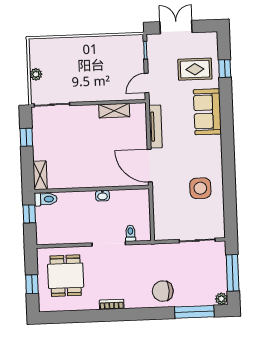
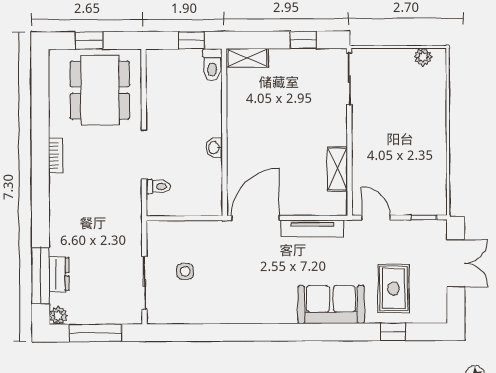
plant: (36, 74) -> (423, 57), moved
side table: (200, 188) -> (185, 271), moved, width x0.54, depth x0.54
dining table: (66, 276) -> (100, 90), width x1.37
chair: (163, 291) -> (72, 231), removed
dresser: (193, 299) -> (59, 274), added

